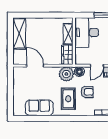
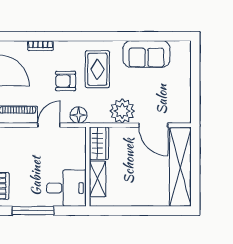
desk: (87, 32) -> (66, 188), width x0.73
shelving: (19, 33) -> (180, 167), width x1.47
plant: (66, 74) -> (122, 111), moved

